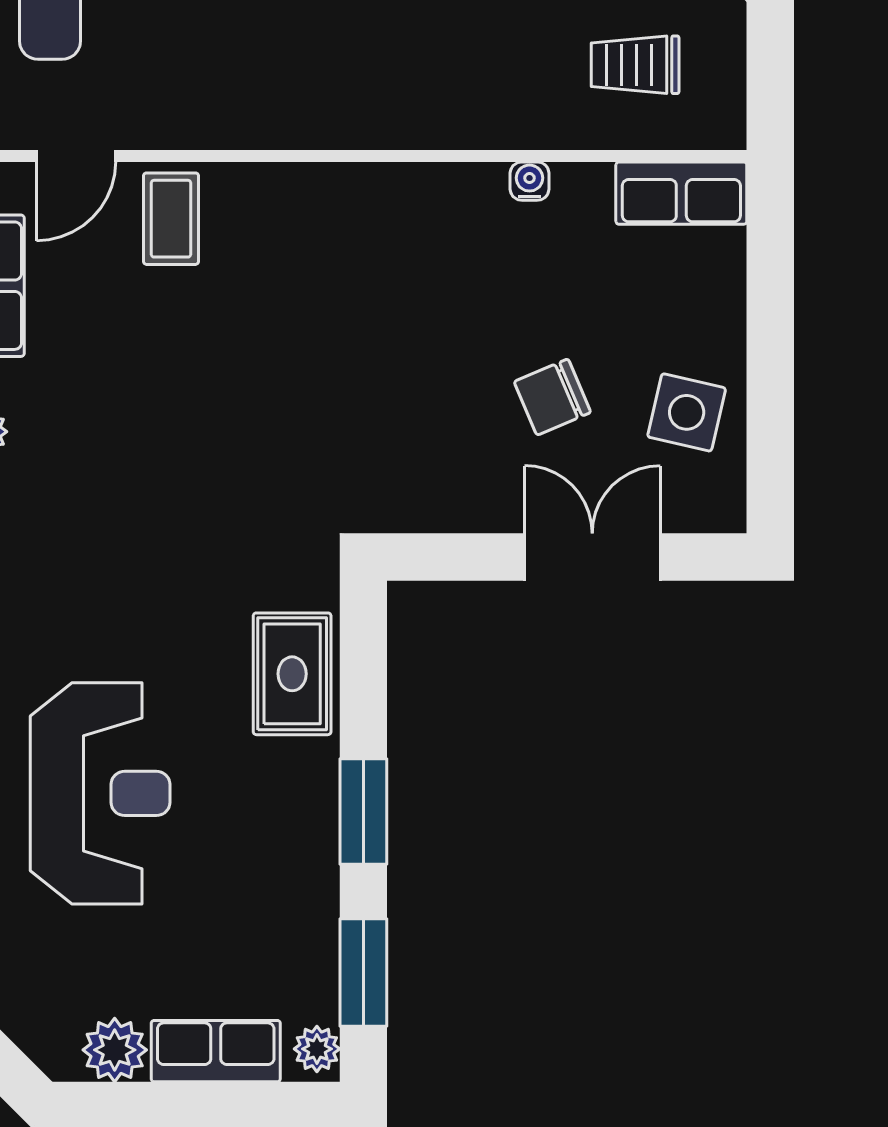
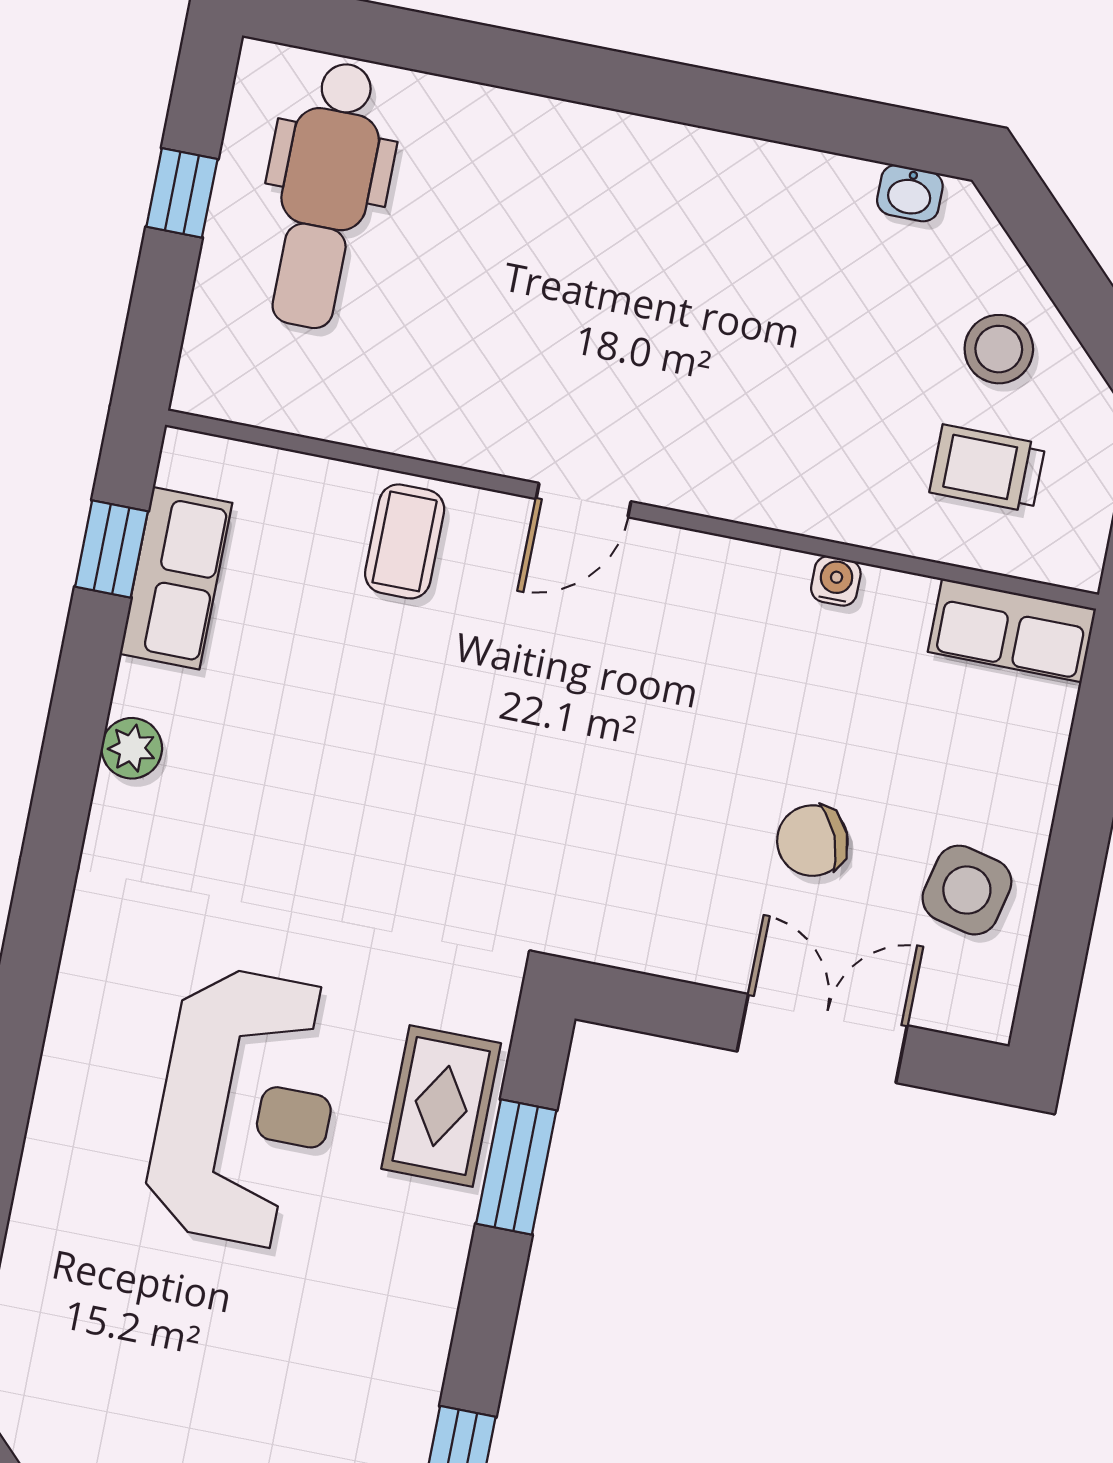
door: (76, 156) -> (584, 500), moved
reception desk: (100, 793) -> (246, 1108), moved
window: (363, 811) -> (516, 1167), moved

